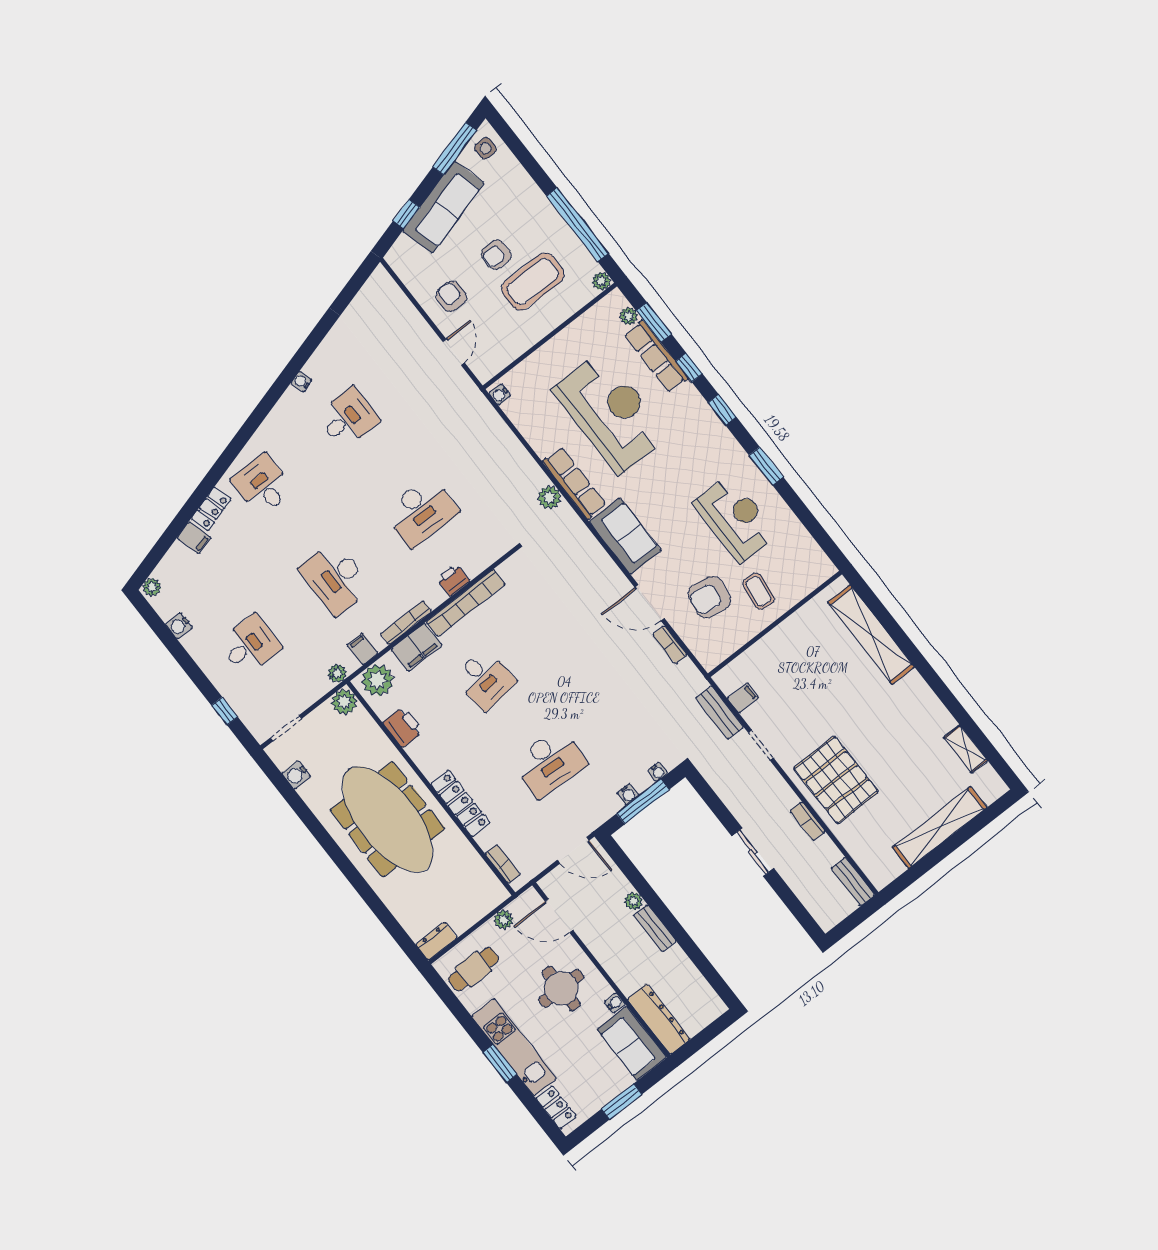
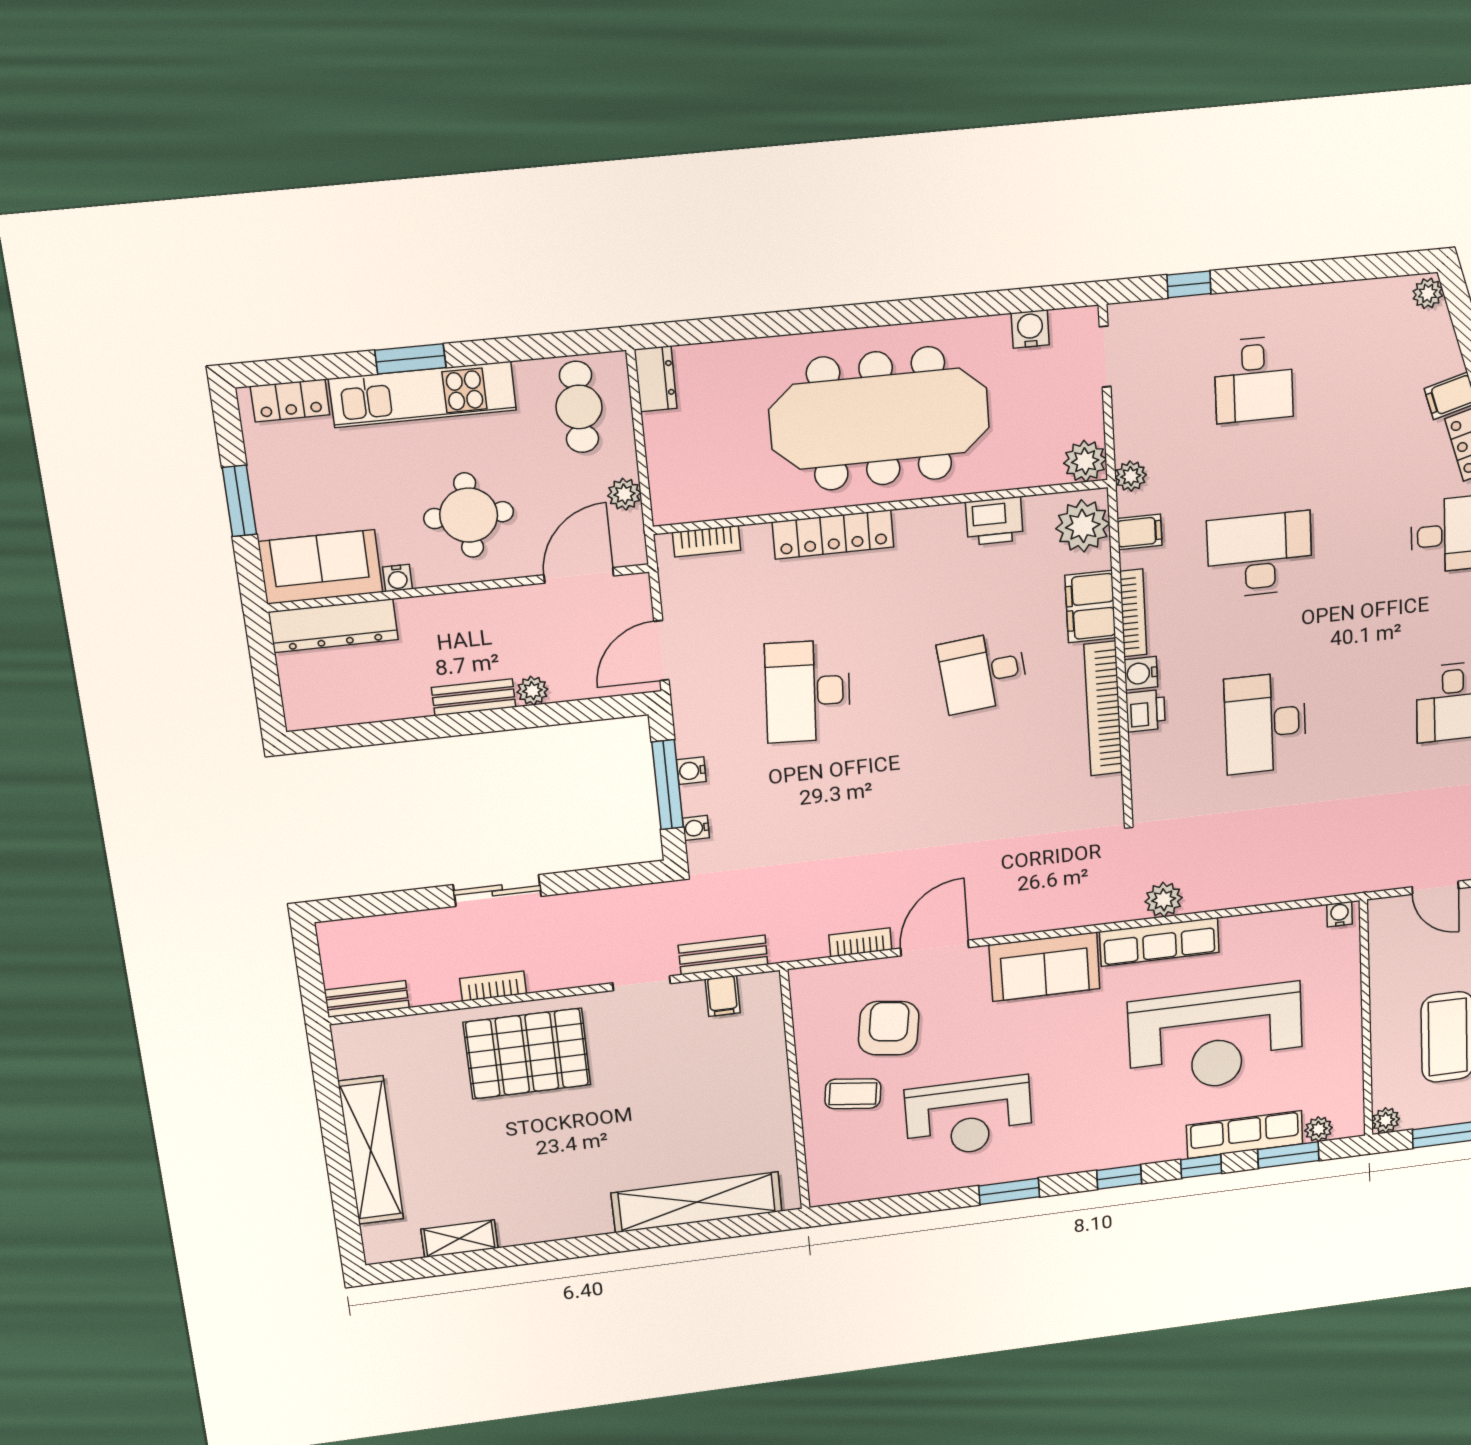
water cooler: (179, 626) -> (1141, 673), moved, turned -90

